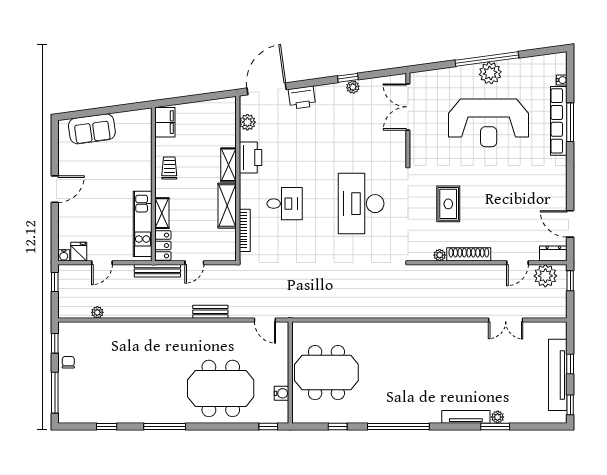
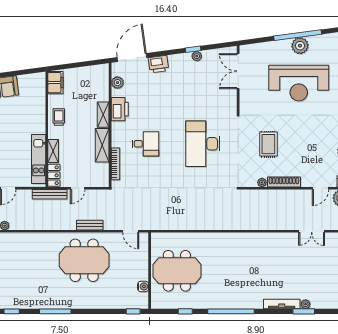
meeting table: (221, 388) -> (84, 260), moved

